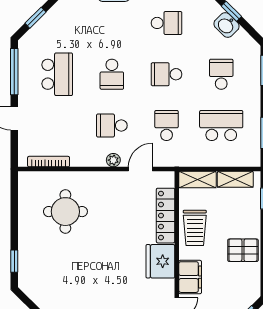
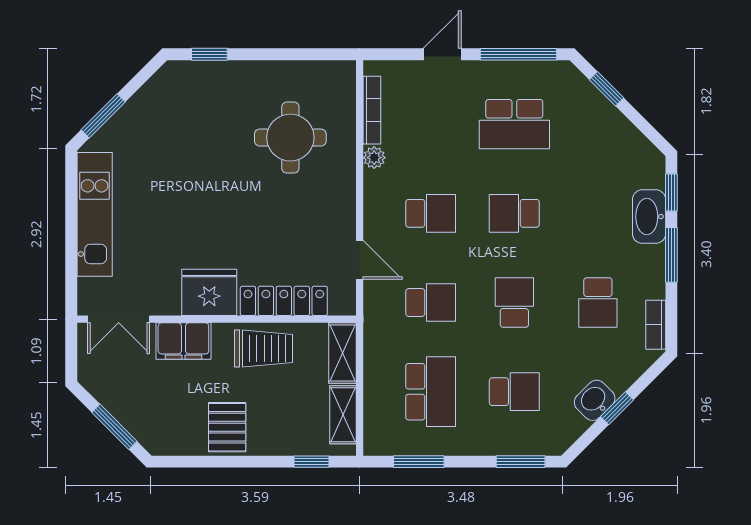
school desk: (112, 125) -> (431, 213), turned 90
plant: (113, 160) -> (374, 158), moved
trolley: (195, 228) -> (264, 349), turned 180

